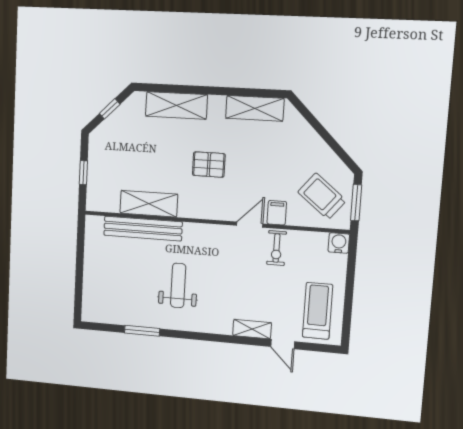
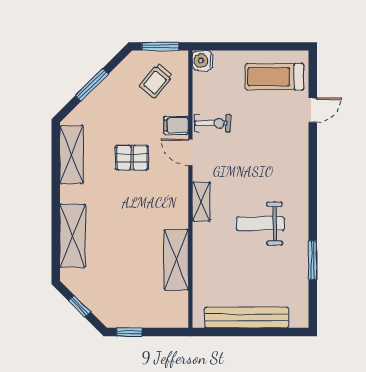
window: (323, 132) -> (92, 85), added
pallet: (209, 165) -> (132, 158), moved, turned 90
window: (83, 173) -> (129, 332), moved
trolley: (322, 196) -> (156, 81), width x0.73, depth x0.72
bench: (143, 229) -> (247, 318), moved, turned 90
shelving: (252, 329) -> (201, 201), moved

